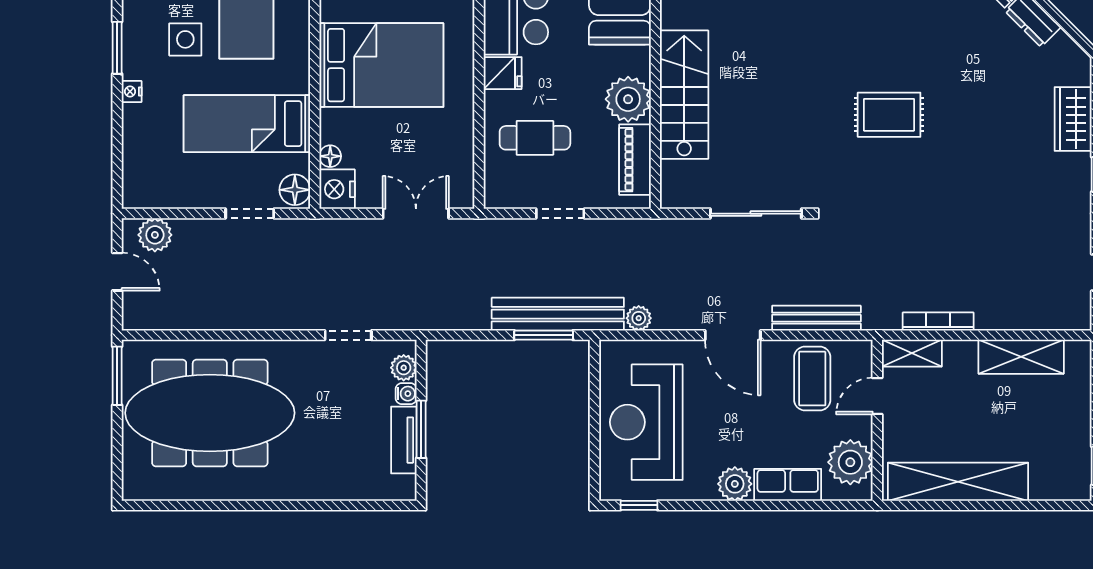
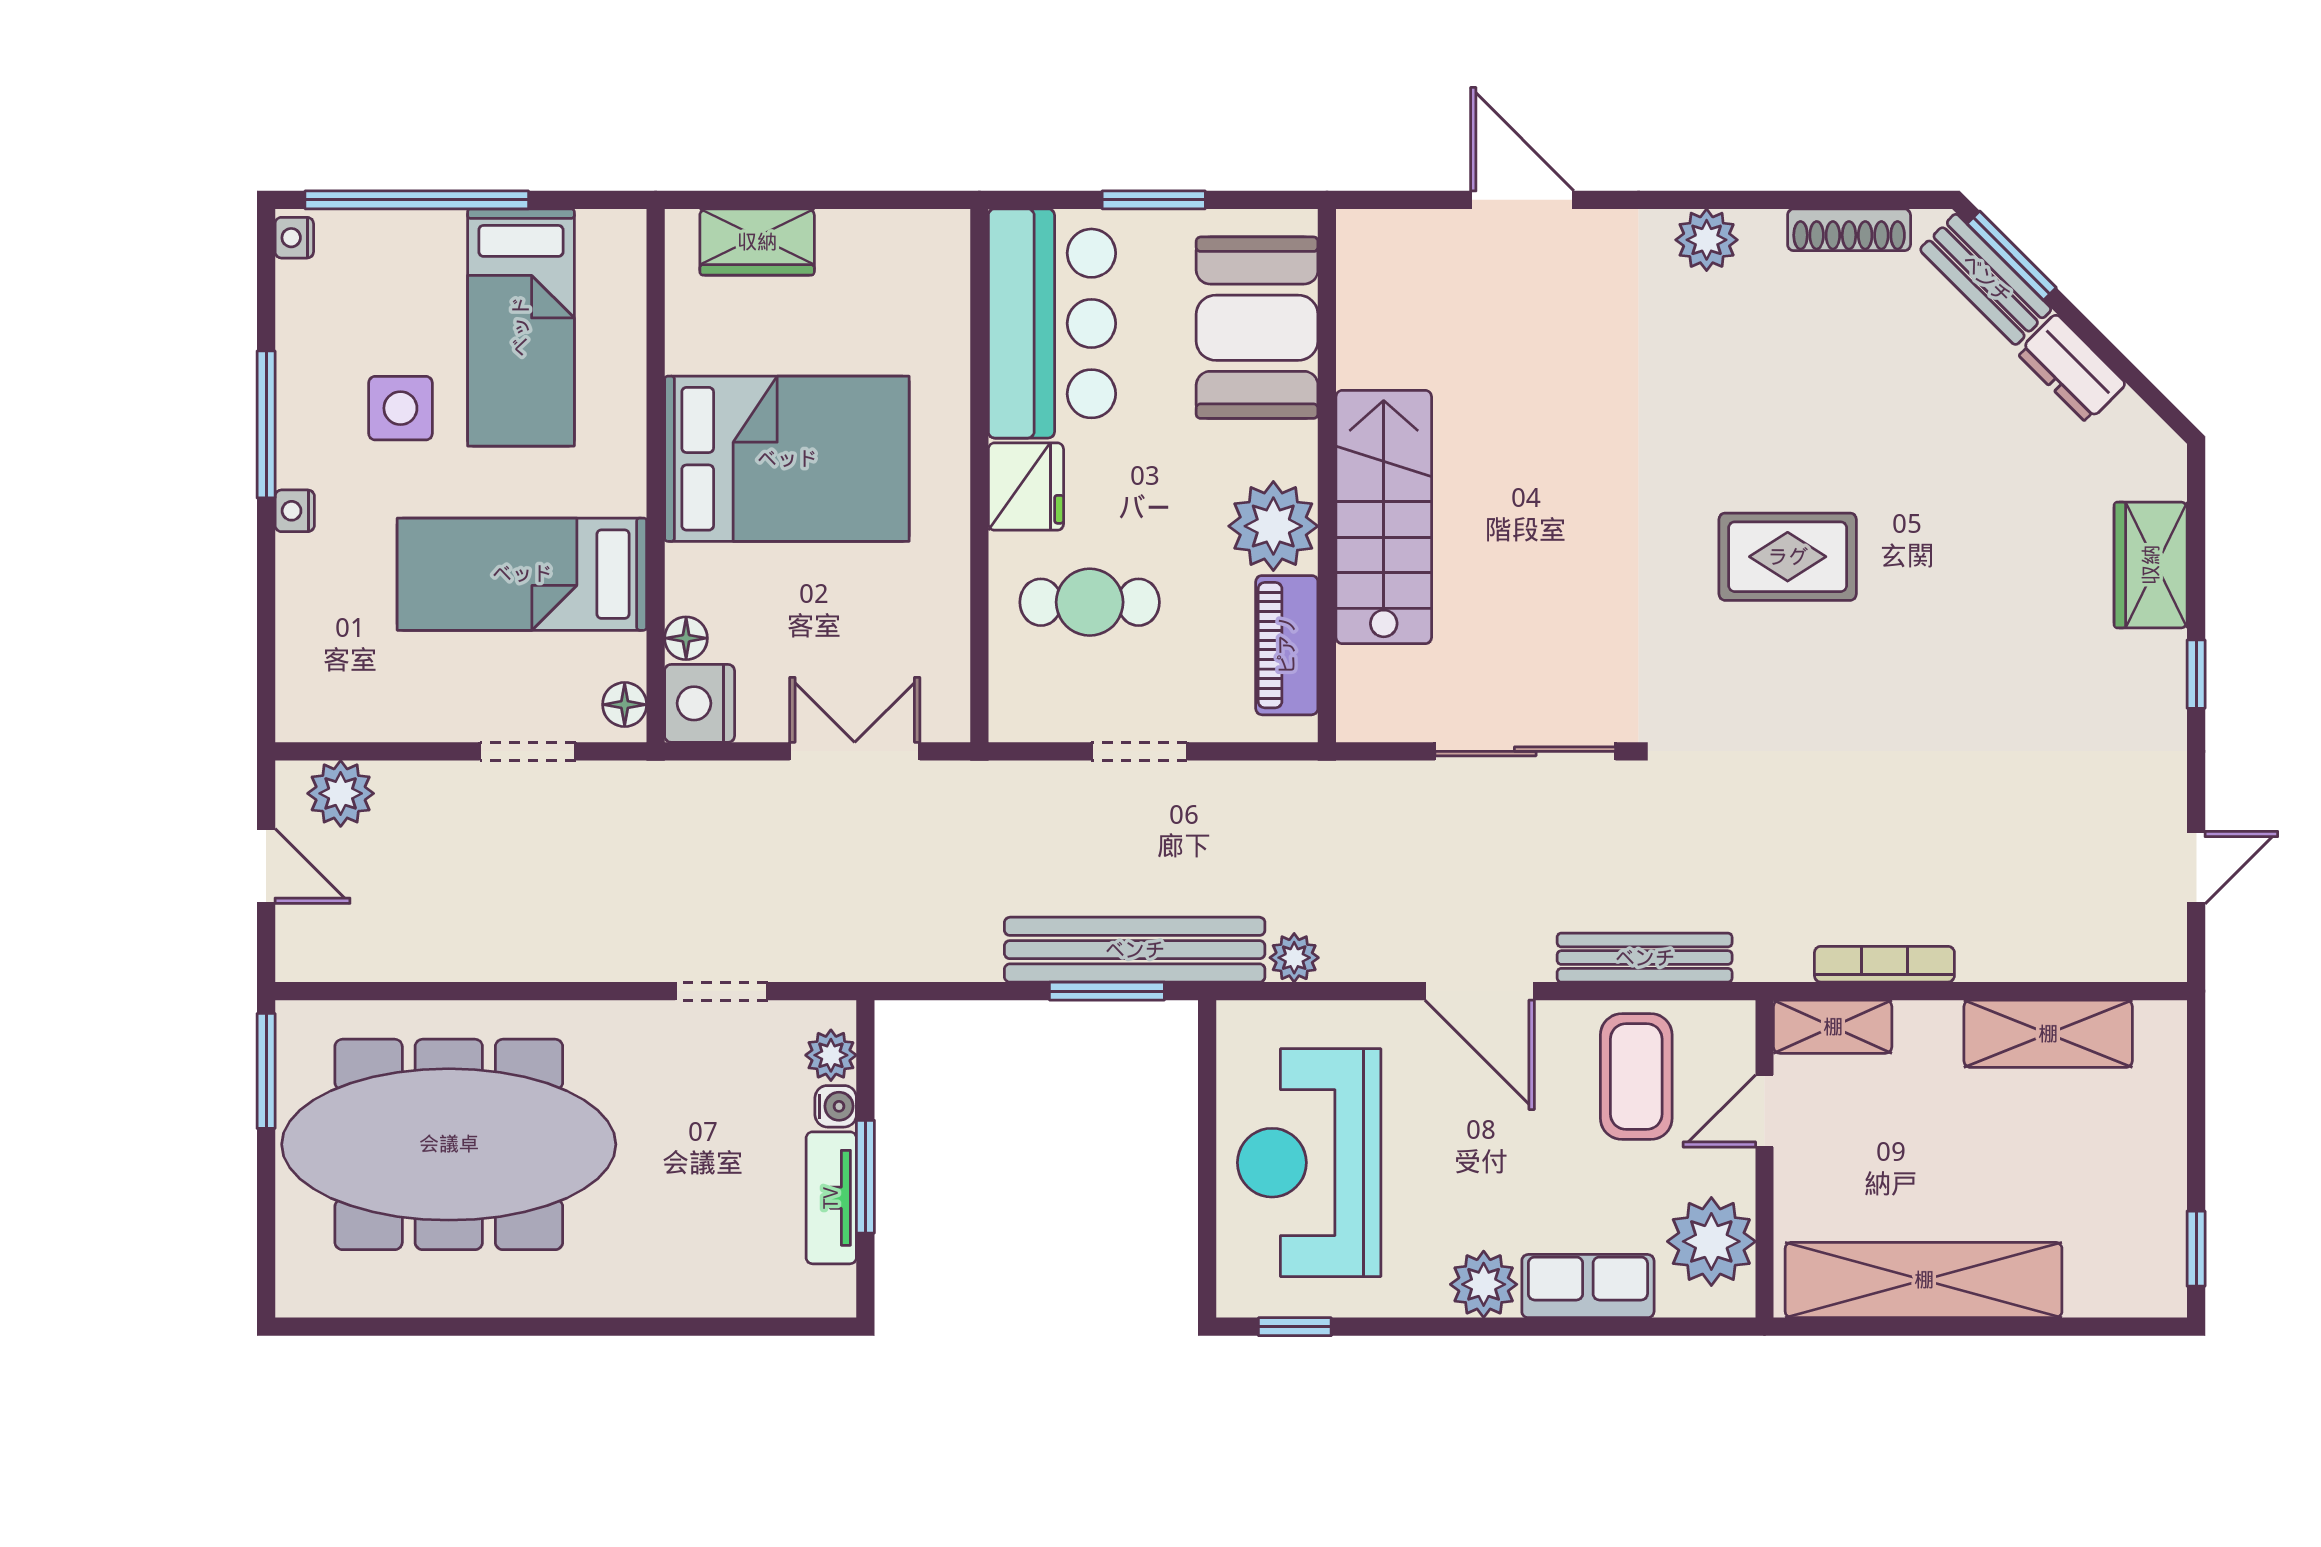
window: (117, 48) -> (266, 424), width x1.44
fridge: (503, 73) -> (1026, 487), width x1.38
floor lamp: (295, 190) -> (625, 705), width x0.73, depth x0.73

